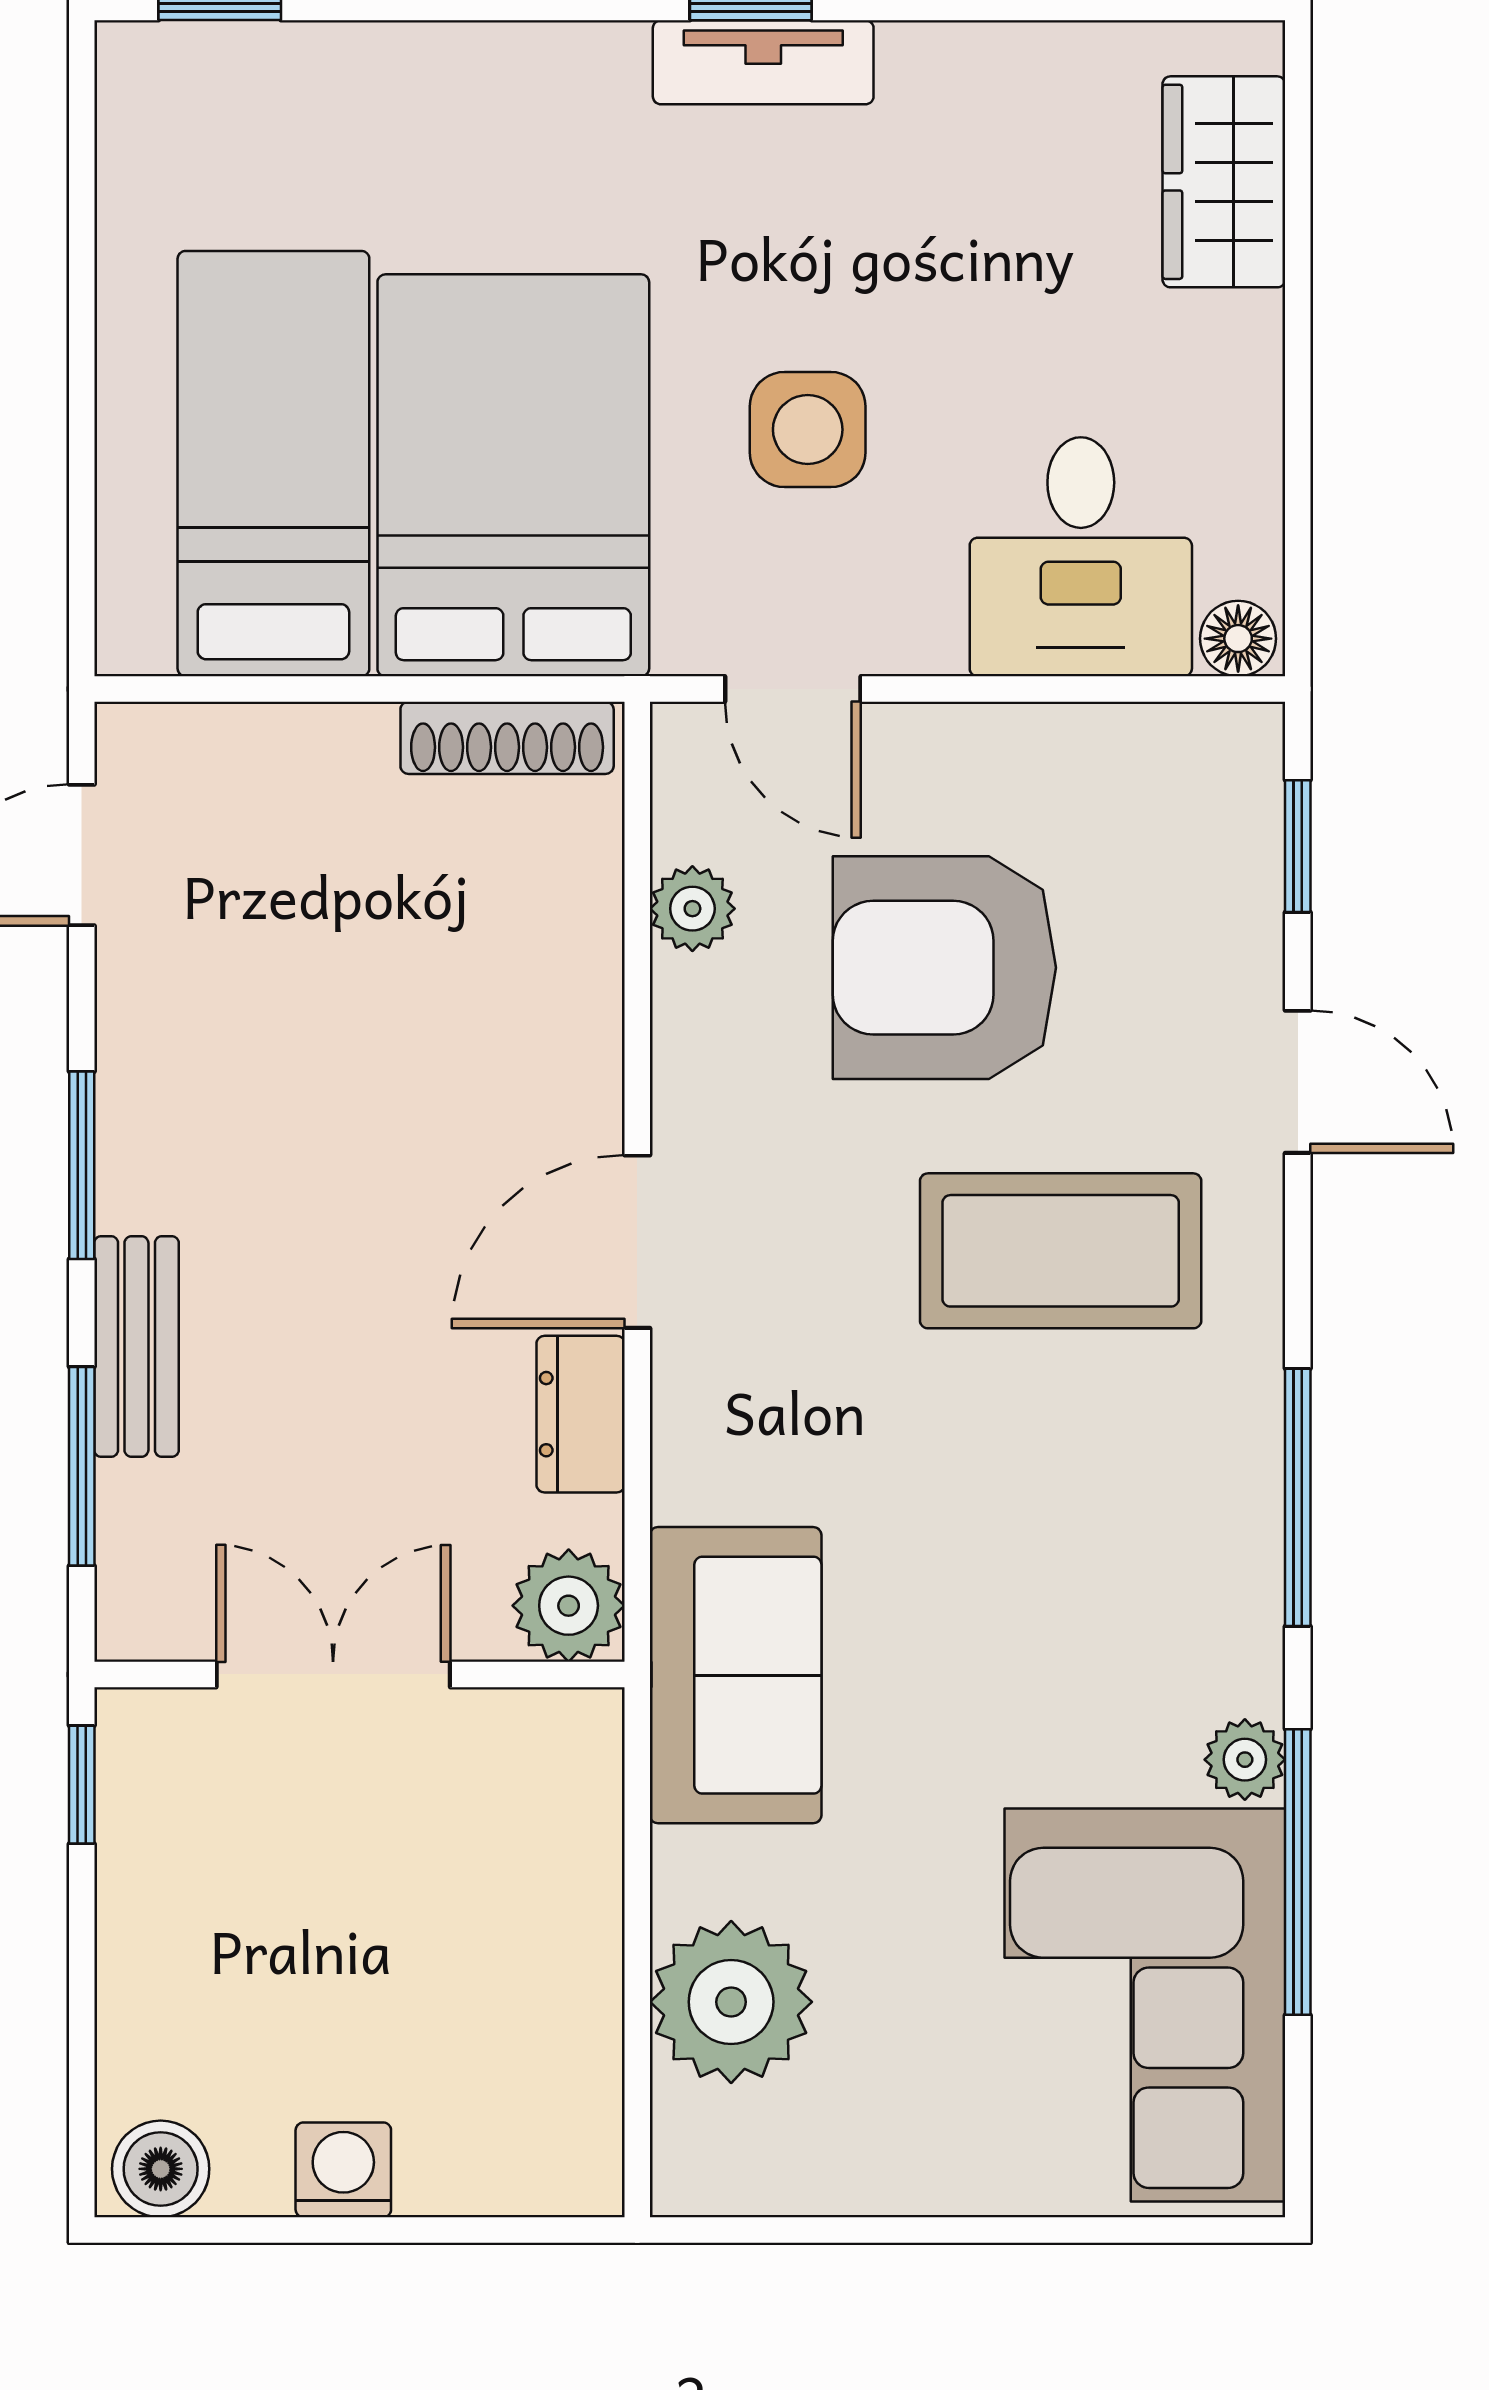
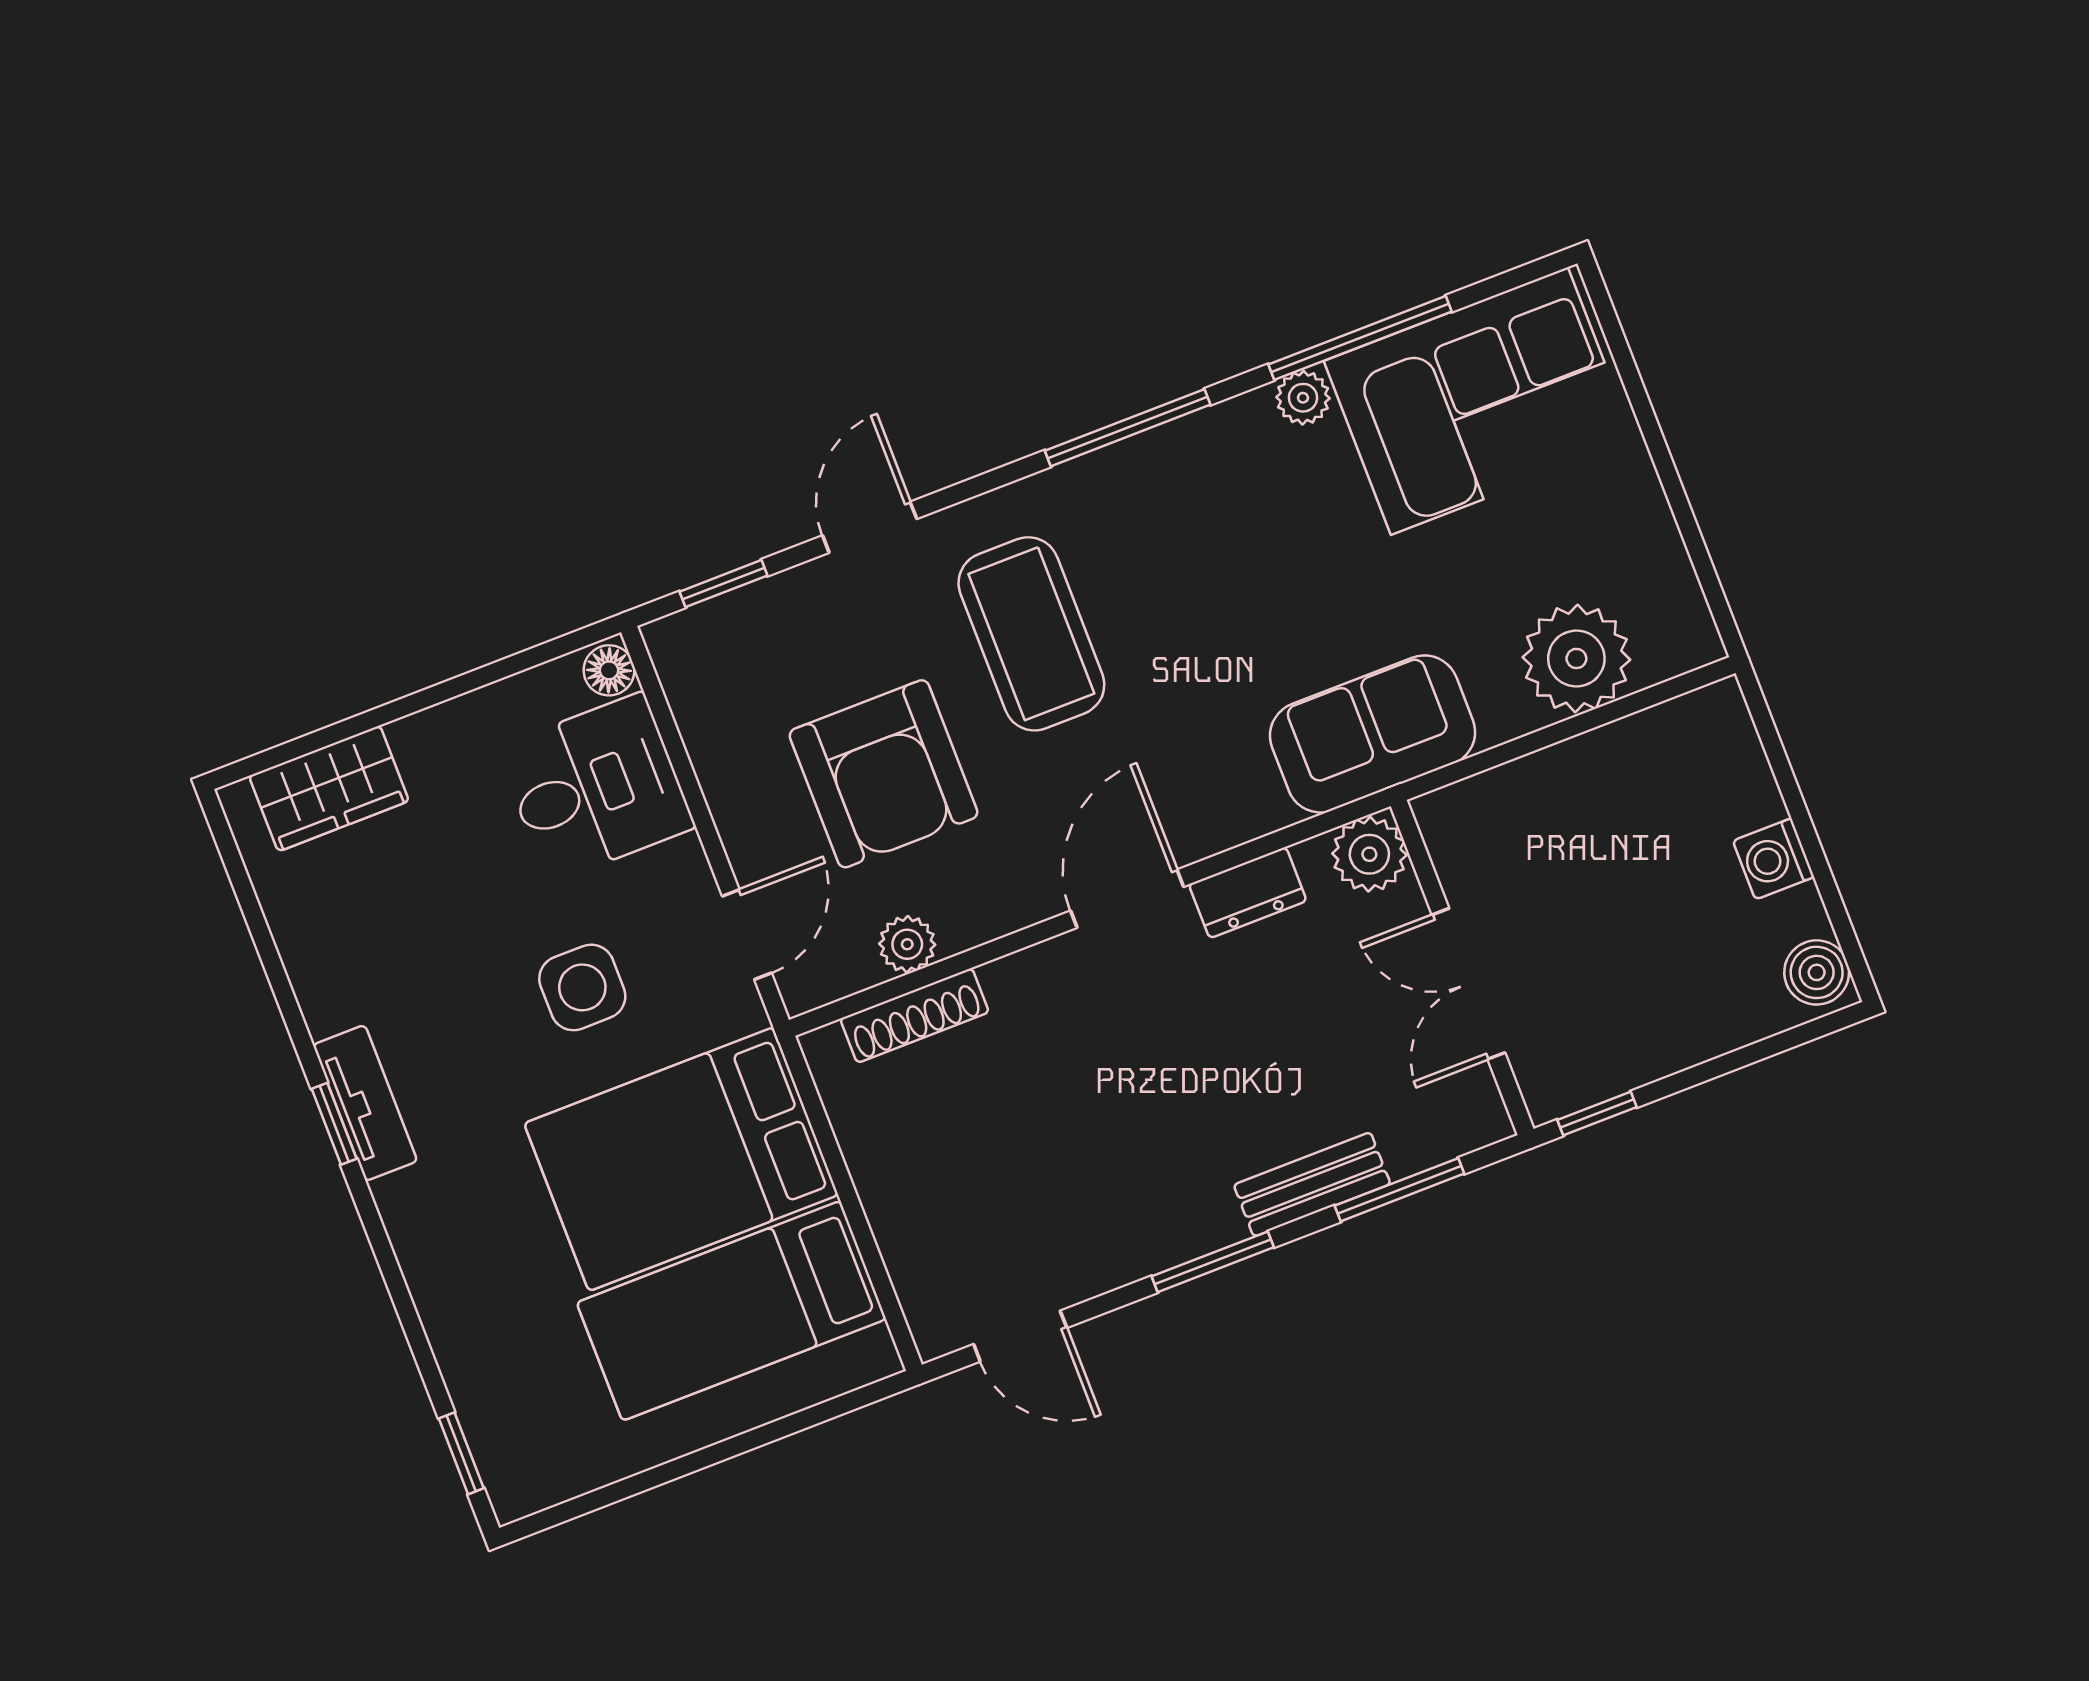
shoe rack: (507, 738) -> (914, 1016), moved, turned 90
door: (637, 1242) -> (1127, 899), swing flipped

